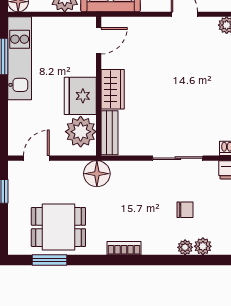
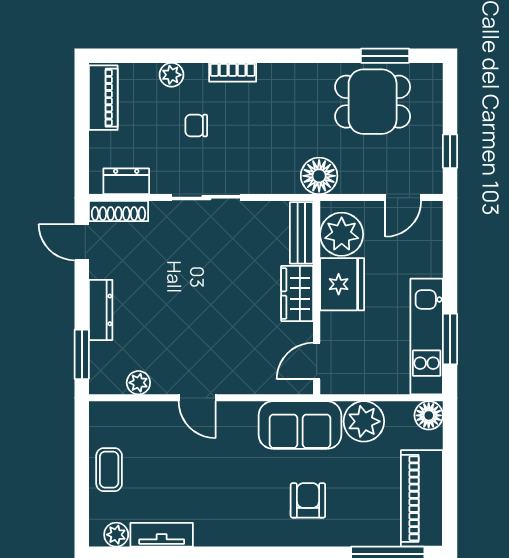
plant: (185, 247) -> (196, 73), removed
bookcase: (124, 248) -> (233, 72), moved

